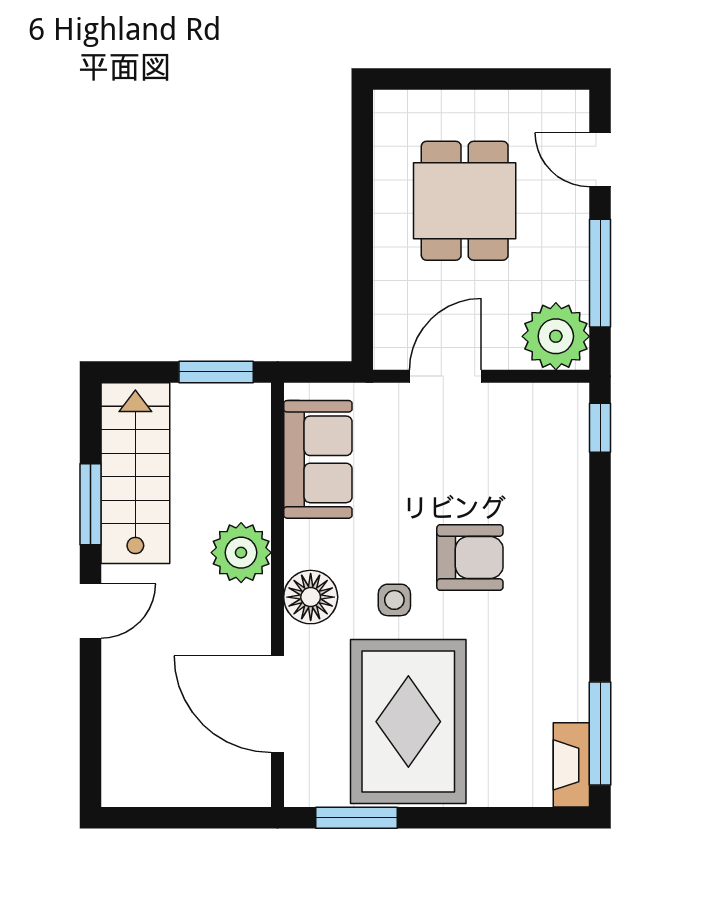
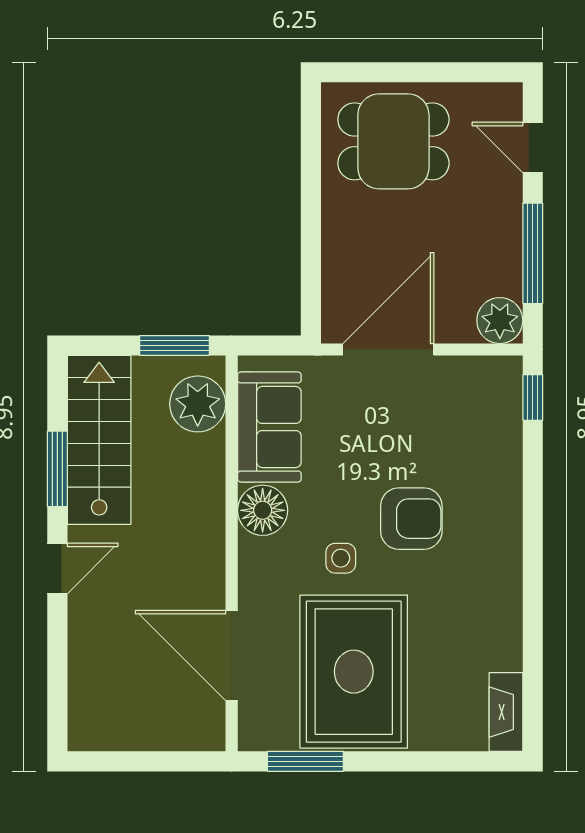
dining table: (465, 201) -> (393, 141), moved, turned 90
plant: (556, 336) -> (500, 321), width x0.73, depth x0.73
door: (445, 376) -> (388, 349), width x1.36
plant: (241, 553) -> (198, 404), moved
floor lamp: (311, 597) -> (263, 510), moved
window: (600, 733) -> (533, 683), removed

